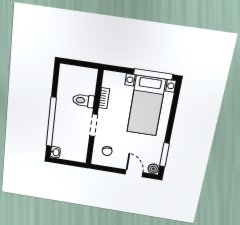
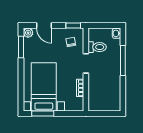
window: (153, 74) -> (43, 114), width x0.69
toilet: (83, 101) -> (97, 47), moved
window: (51, 122) -> (123, 60), width x0.68
window: (102, 168) -> (73, 26), added

